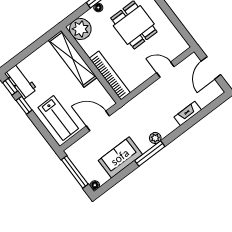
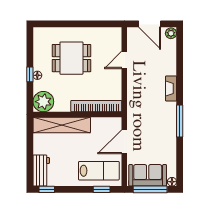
workbench: (21, 81) -> (41, 171), moved, turned 90
window: (24, 105) -> (102, 189), moved
fireplace: (188, 113) -> (171, 88), moved
plant: (155, 138) -> (171, 33), moved
sofa: (120, 157) -> (148, 175), moved, turned 90

